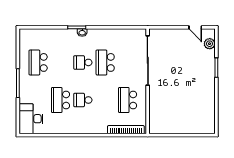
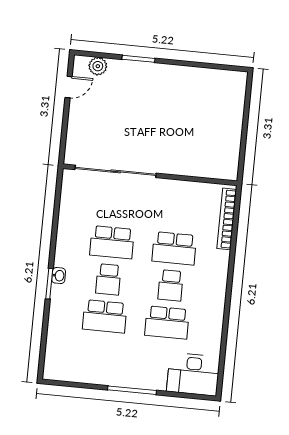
school desk: (38, 62) -> (105, 316), moved
school desk: (128, 100) -> (174, 248), moved

